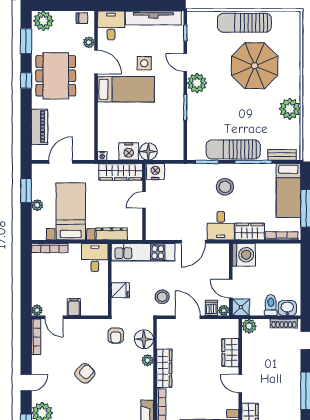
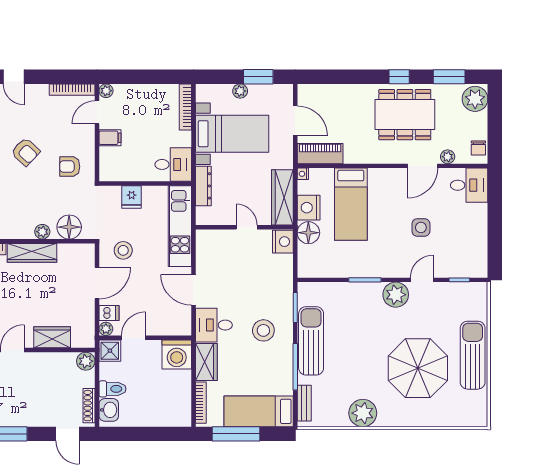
tv unit: (153, 18) -> (479, 239), removed
bed: (126, 89) -> (351, 204), moved
piano: (40, 127) -> (320, 154), moved, turned 180
armchair: (116, 336) -> (70, 167), moved

